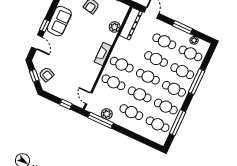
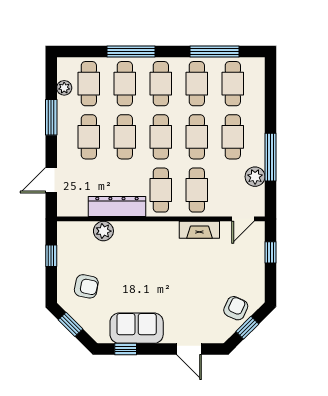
dresser: (131, 24) -> (117, 206), moved
window: (45, 26) -> (126, 349), moved
door: (37, 42) -> (189, 349), swing flipped
fireplace: (103, 54) -> (199, 230), moved
window: (101, 120) -> (270, 157), moved

